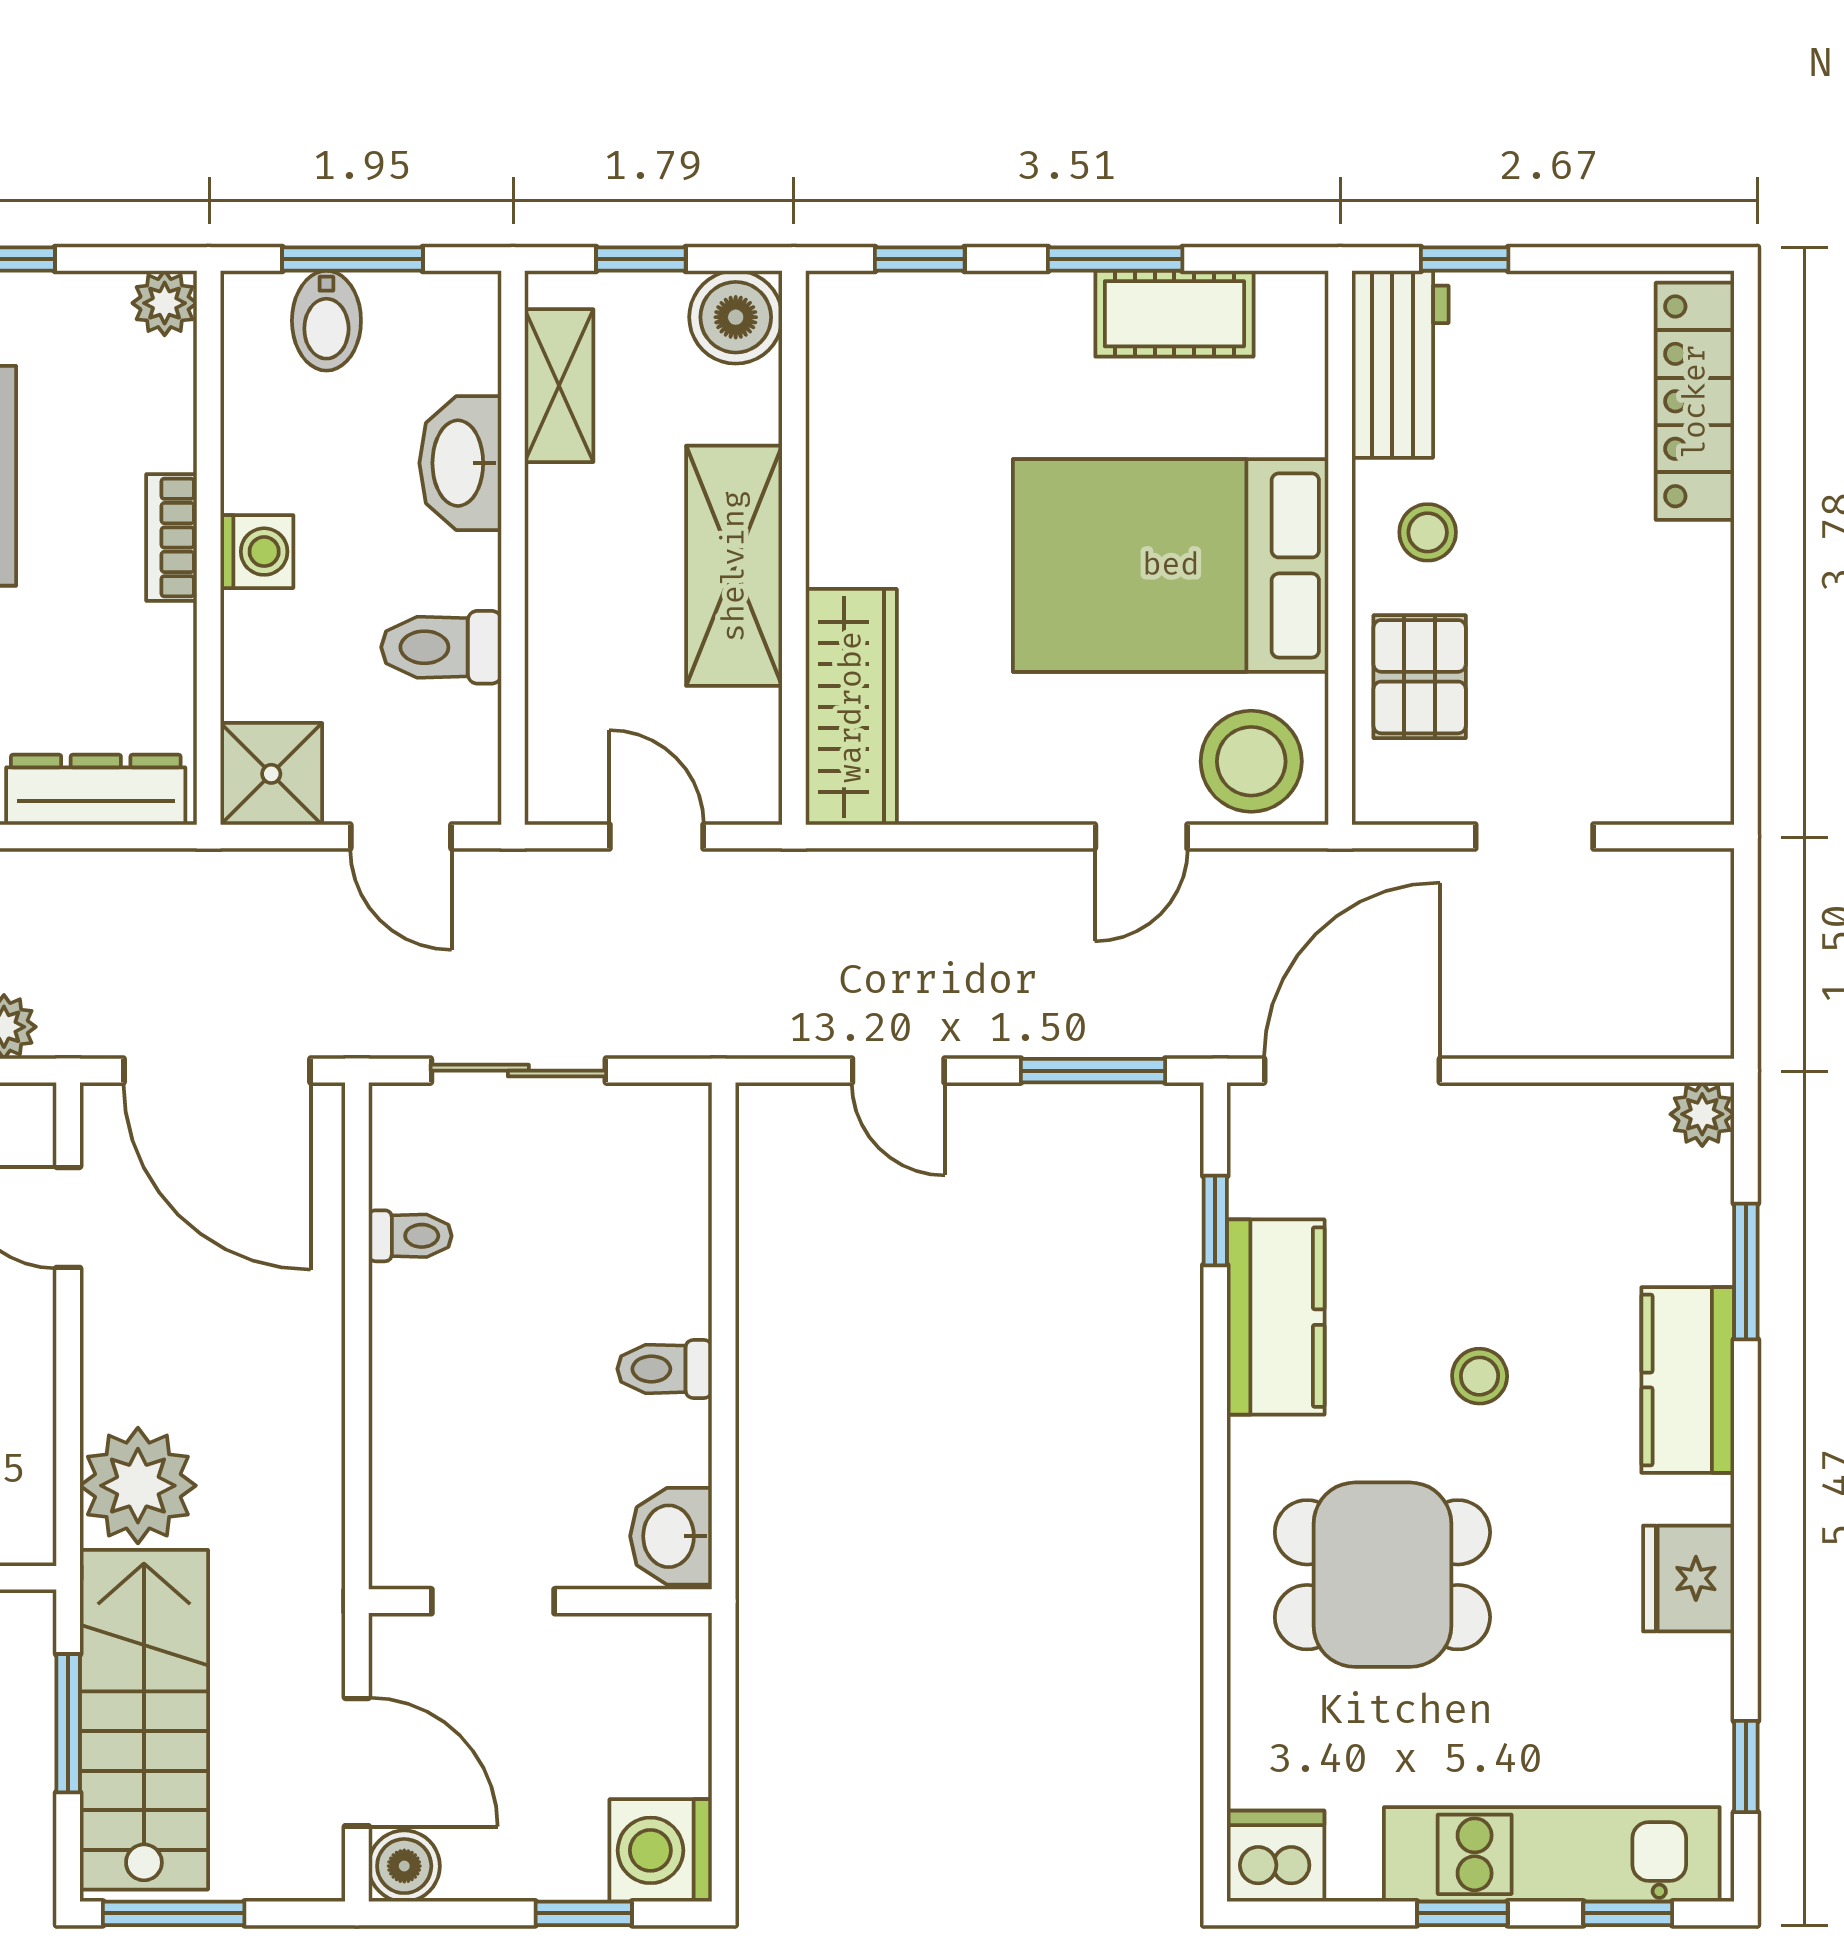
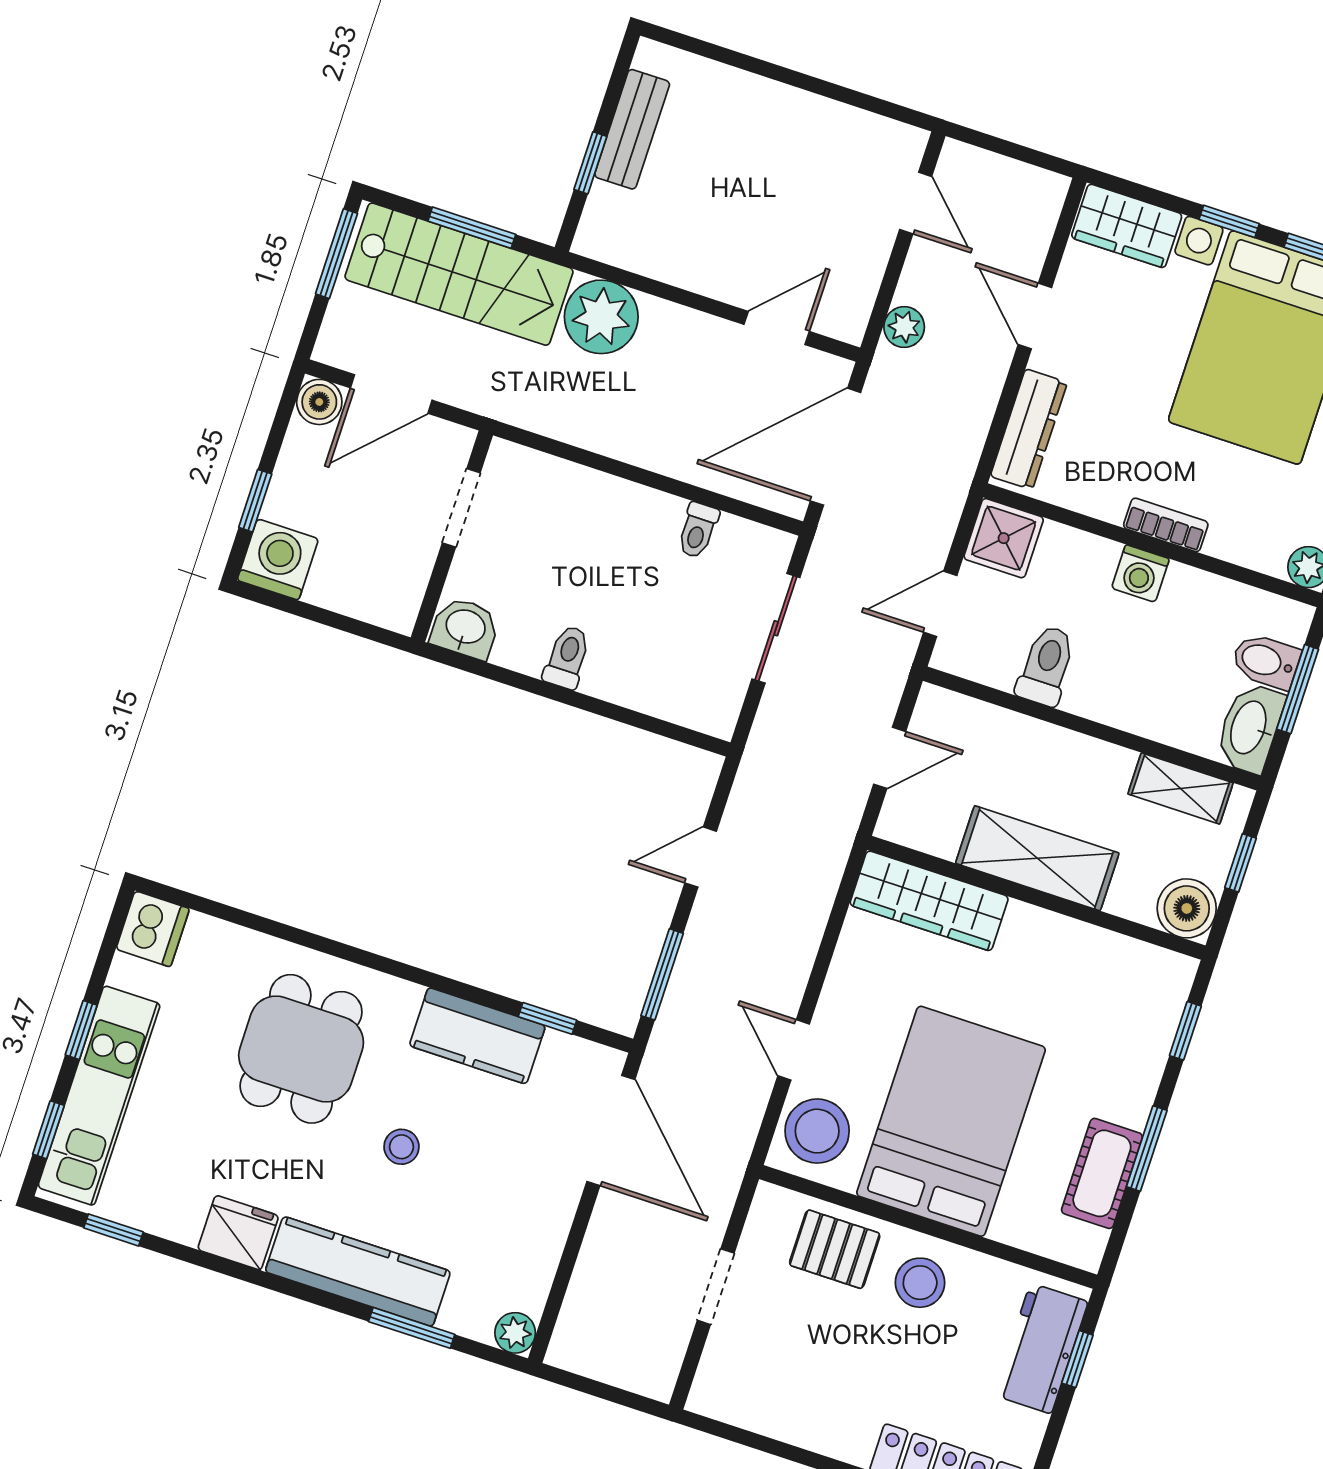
workbench: (1400, 364) -> (1041, 1348), moved, turned 90
washbasin: (460, 463) -> (1250, 728), moved, turned -90
stool: (1428, 532) -> (920, 1283), width x1.37, depth x1.37
kitchen counter: (1688, 1380) -> (358, 1271), width x1.50

